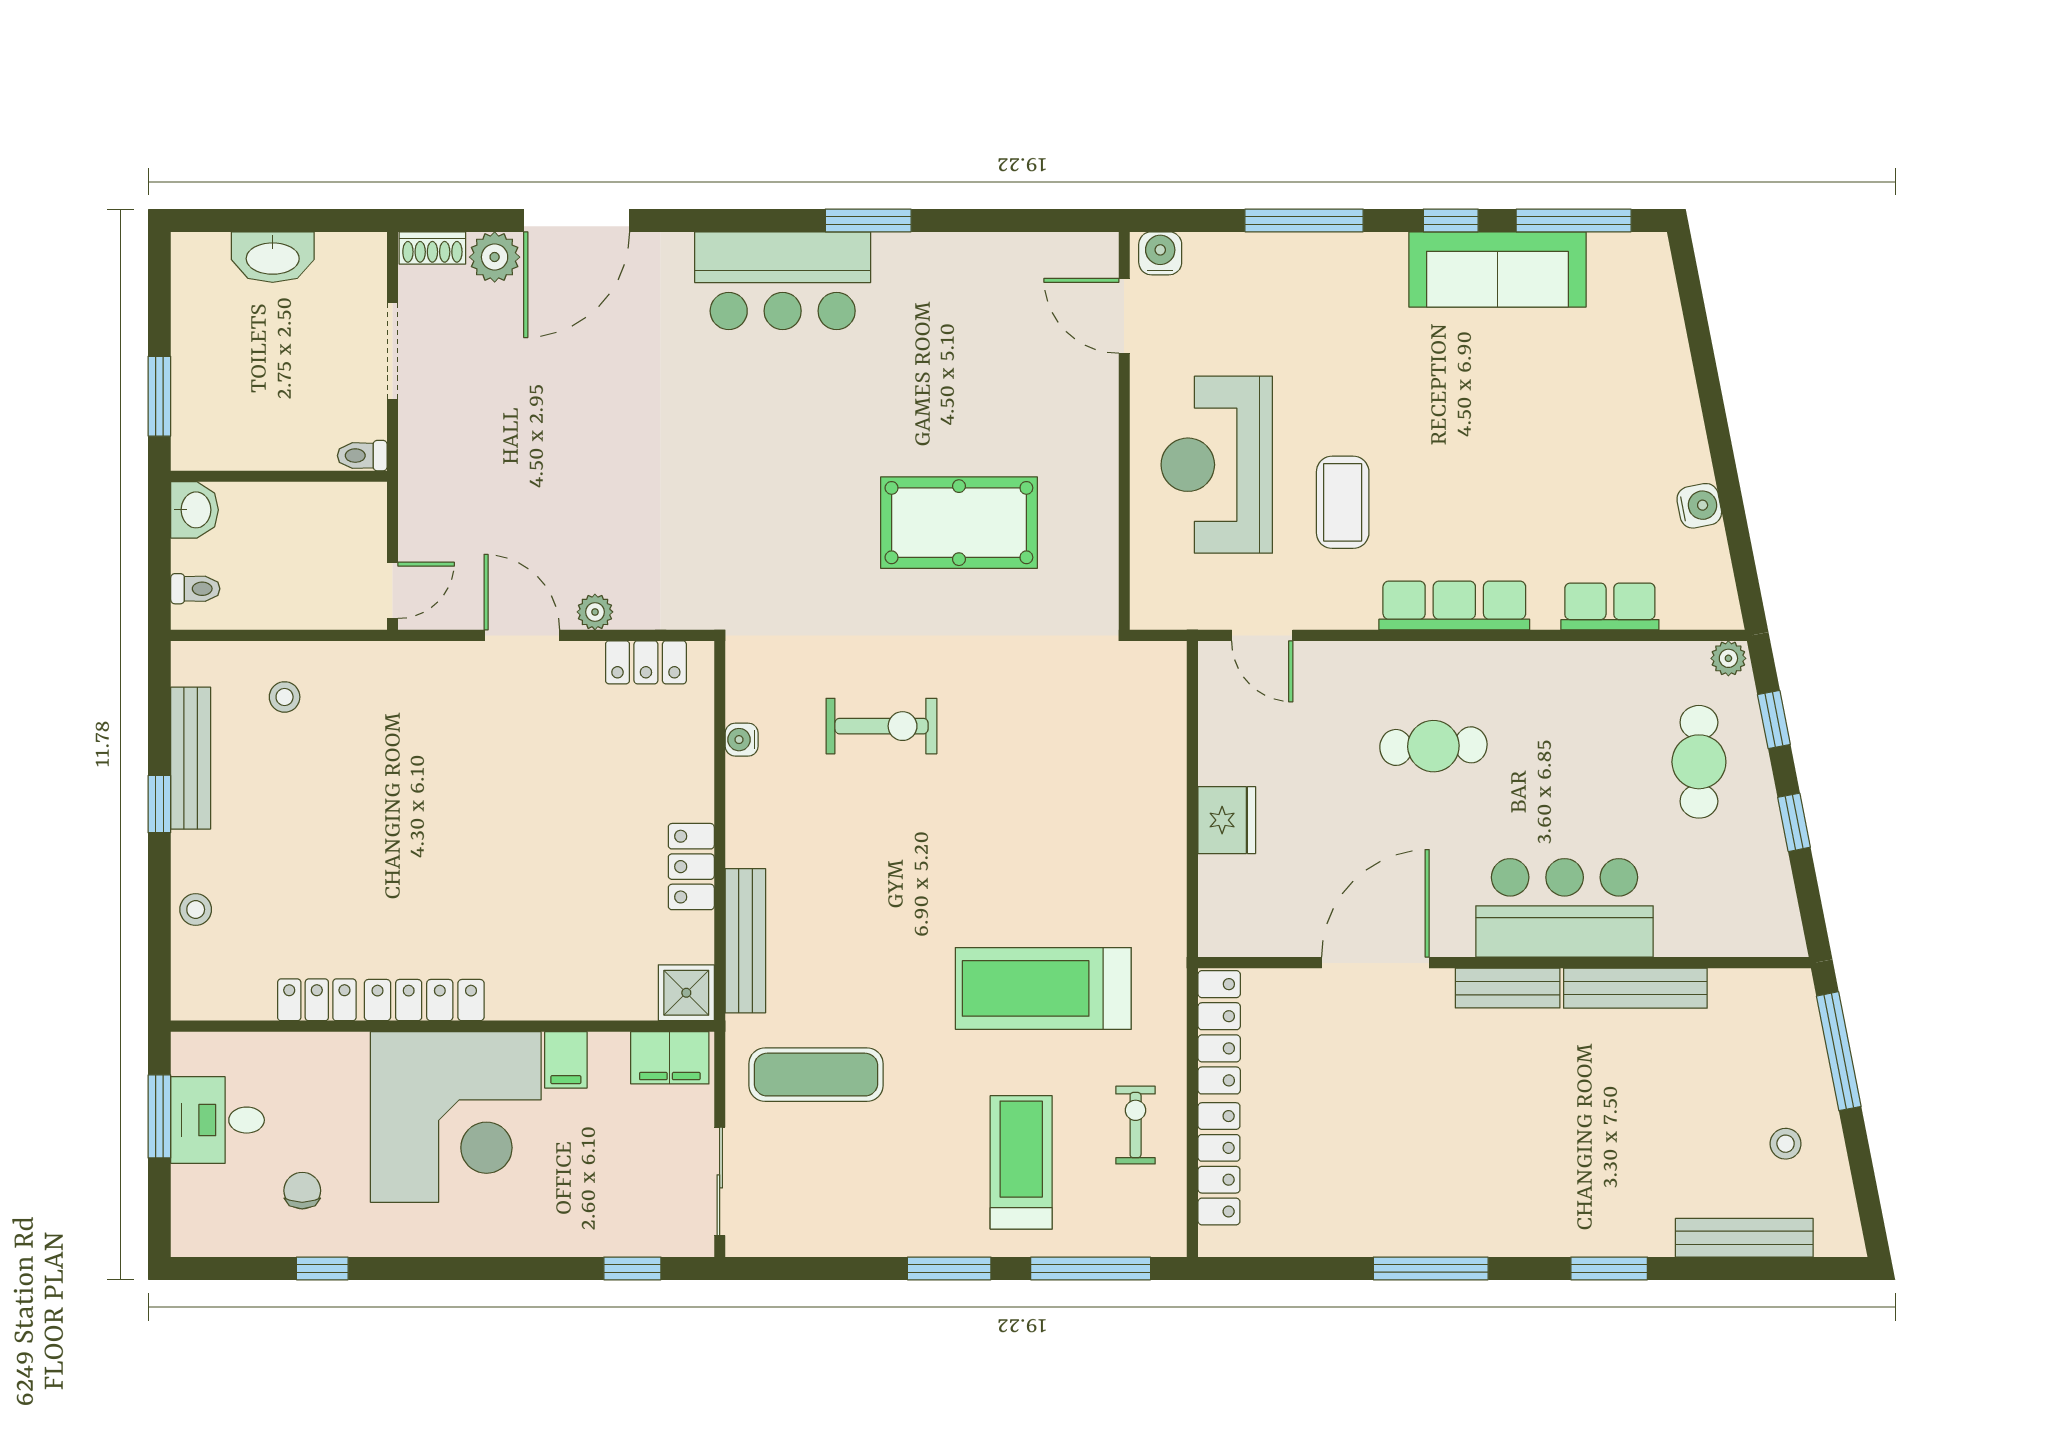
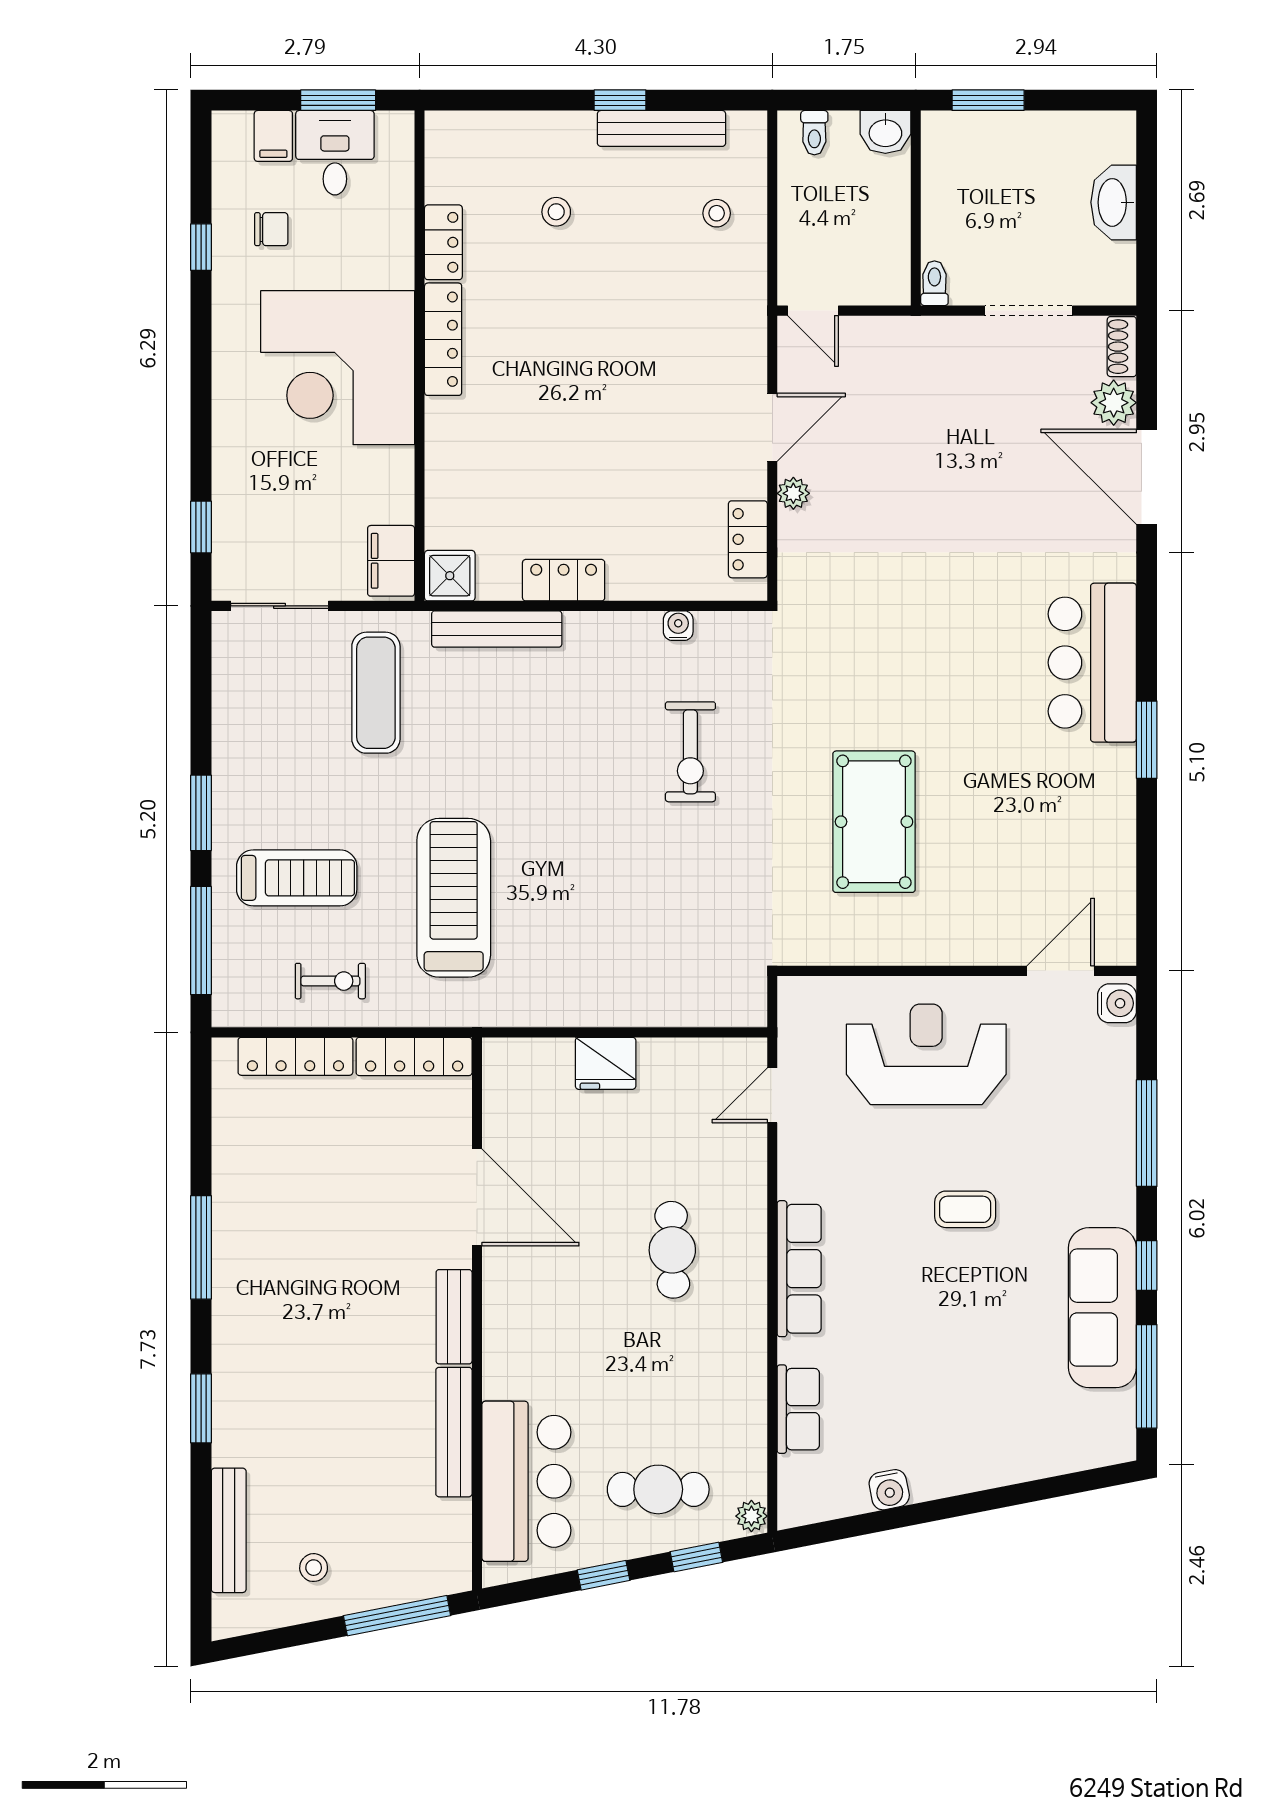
coffee table: (1343, 502) -> (965, 1209), moved, width x0.73, depth x0.77
bar counter: (1565, 908) -> (526, 1481), moved
stool: (196, 909) -> (556, 212), moved
filing cabinet: (566, 1060) -> (273, 136), moved, turned -90

